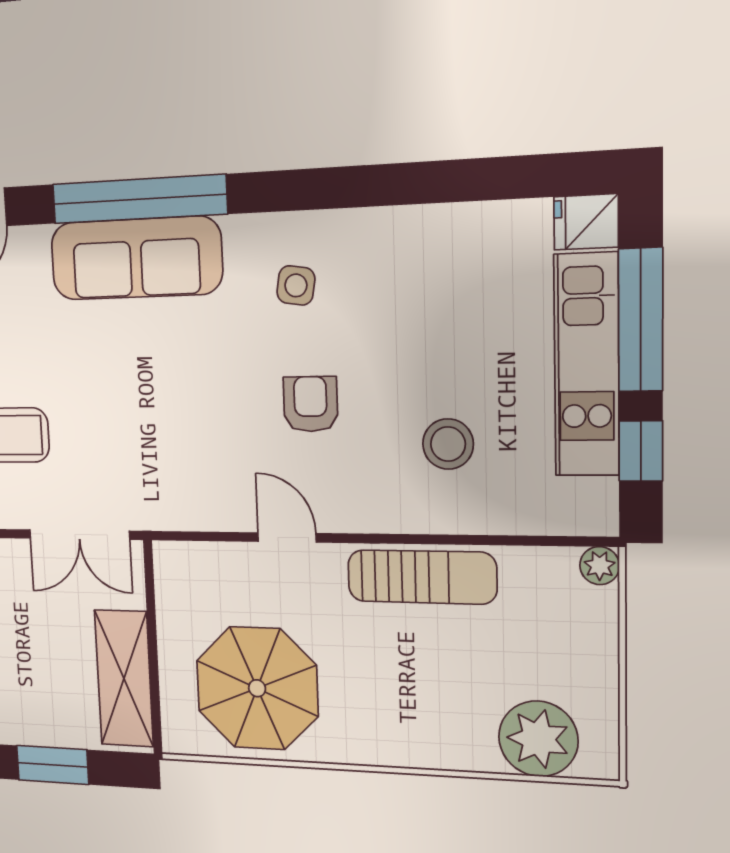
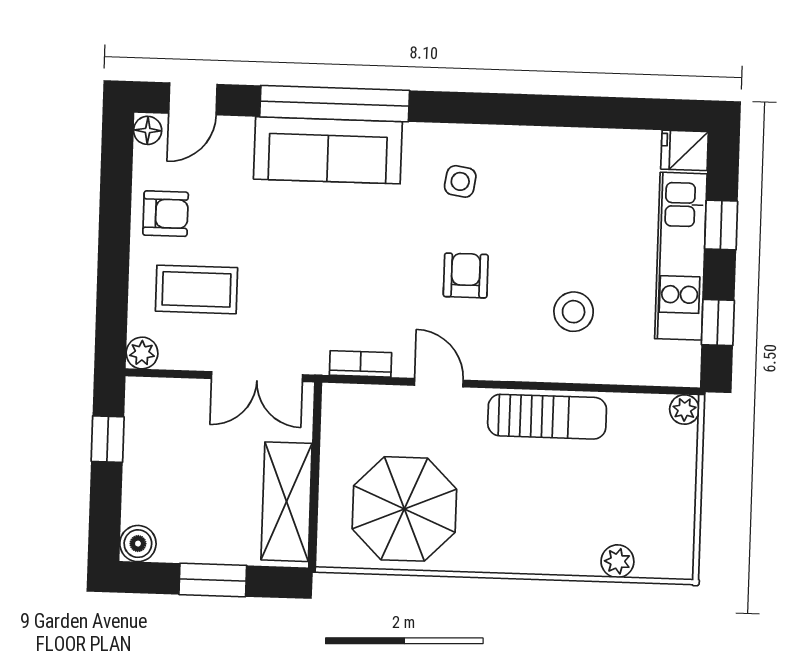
window: (641, 320) -> (721, 225), width x0.46
bookcase: (194, 517) -> (361, 364), added
plant: (538, 739) -> (617, 561), width x0.53, depth x0.53

